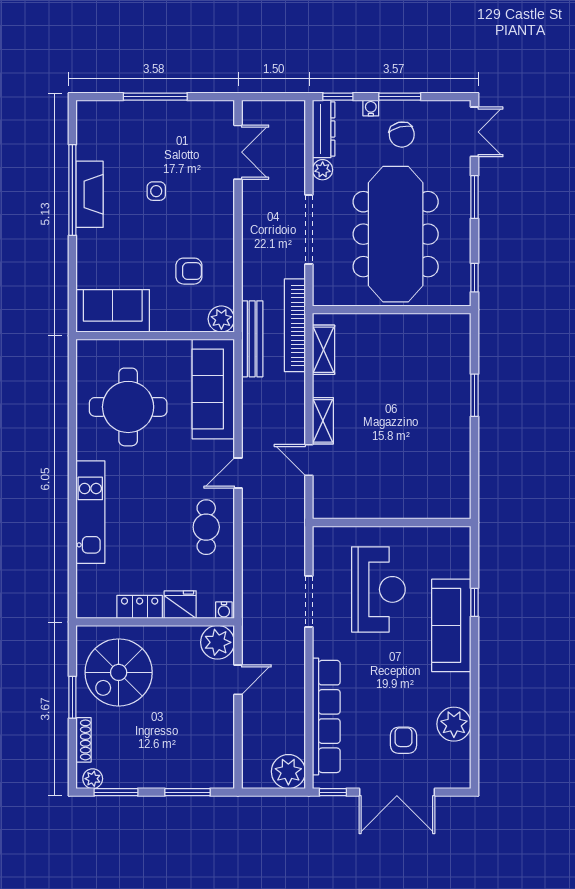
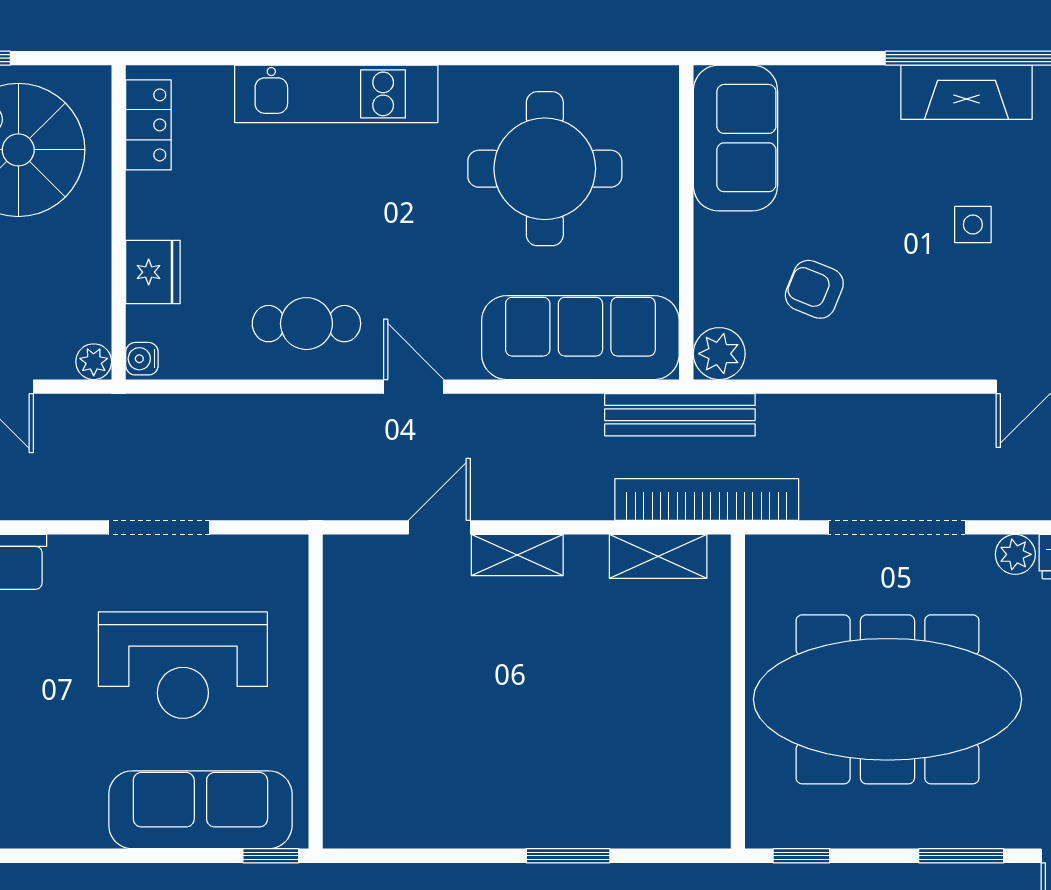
armchair: (189, 271) -> (814, 289), turned 112
window: (475, 602) -> (271, 856), moved
locker: (140, 607) -> (148, 125), moved
sofa: (451, 625) -> (200, 810), moved
plant: (218, 642) -> (94, 362), width x0.53, depth x0.53

